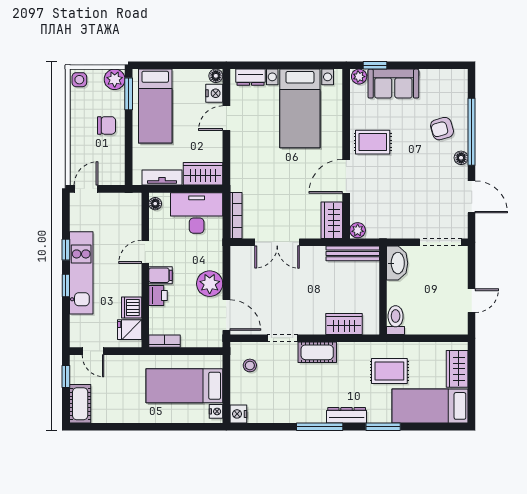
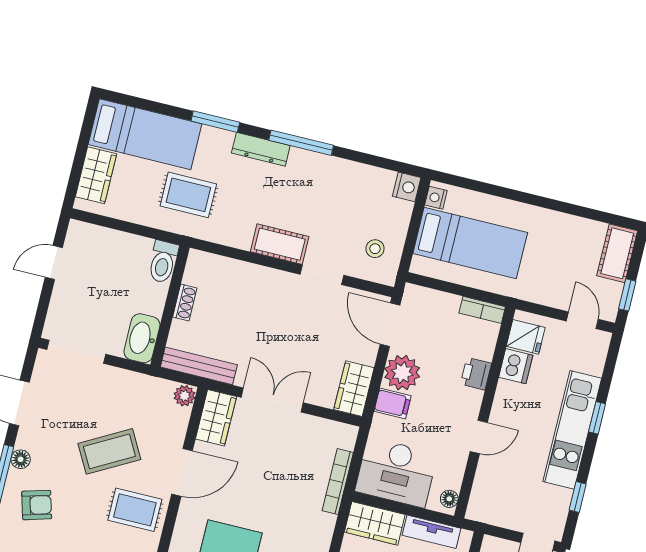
coffee table: (400, 178) -> (109, 451), added
bookcase: (236, 216) -> (338, 482), moved
double door: (277, 242) -> (272, 400), moved
window: (66, 250) -> (578, 497), moved
filing cabinet: (161, 275) -> (393, 403), moved, turned 180
shoe rack: (373, 295) -> (185, 302), added
wardrobe: (344, 324) -> (354, 389), moved, turned 90

